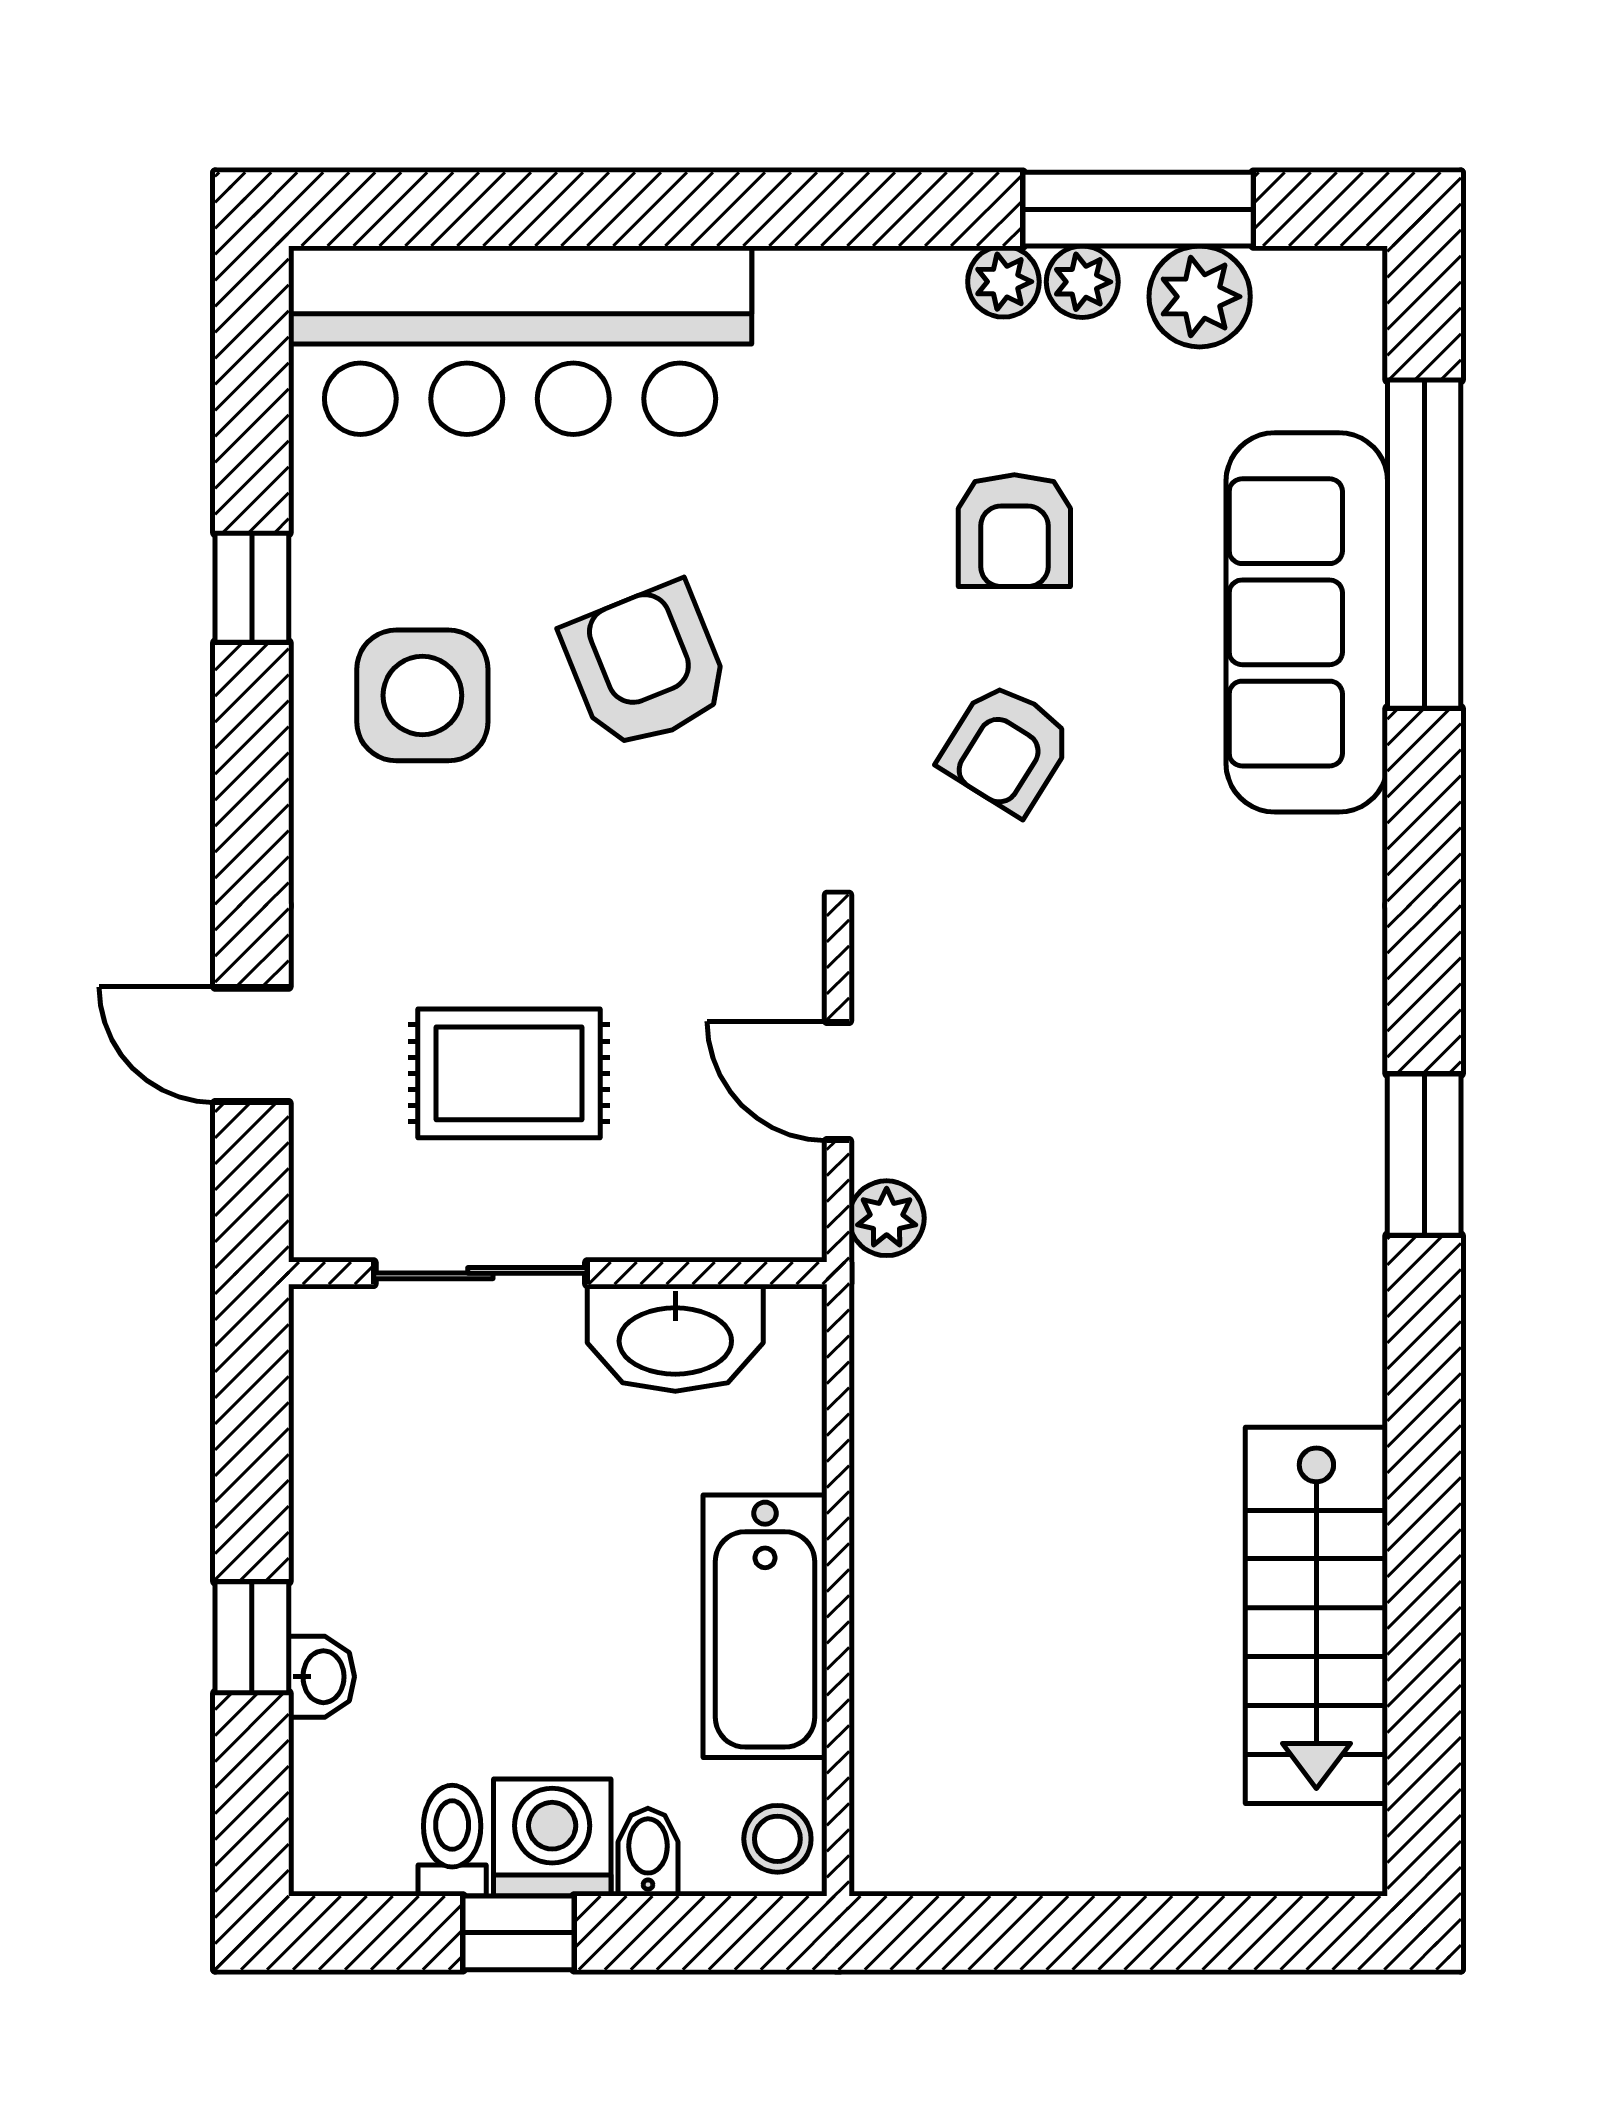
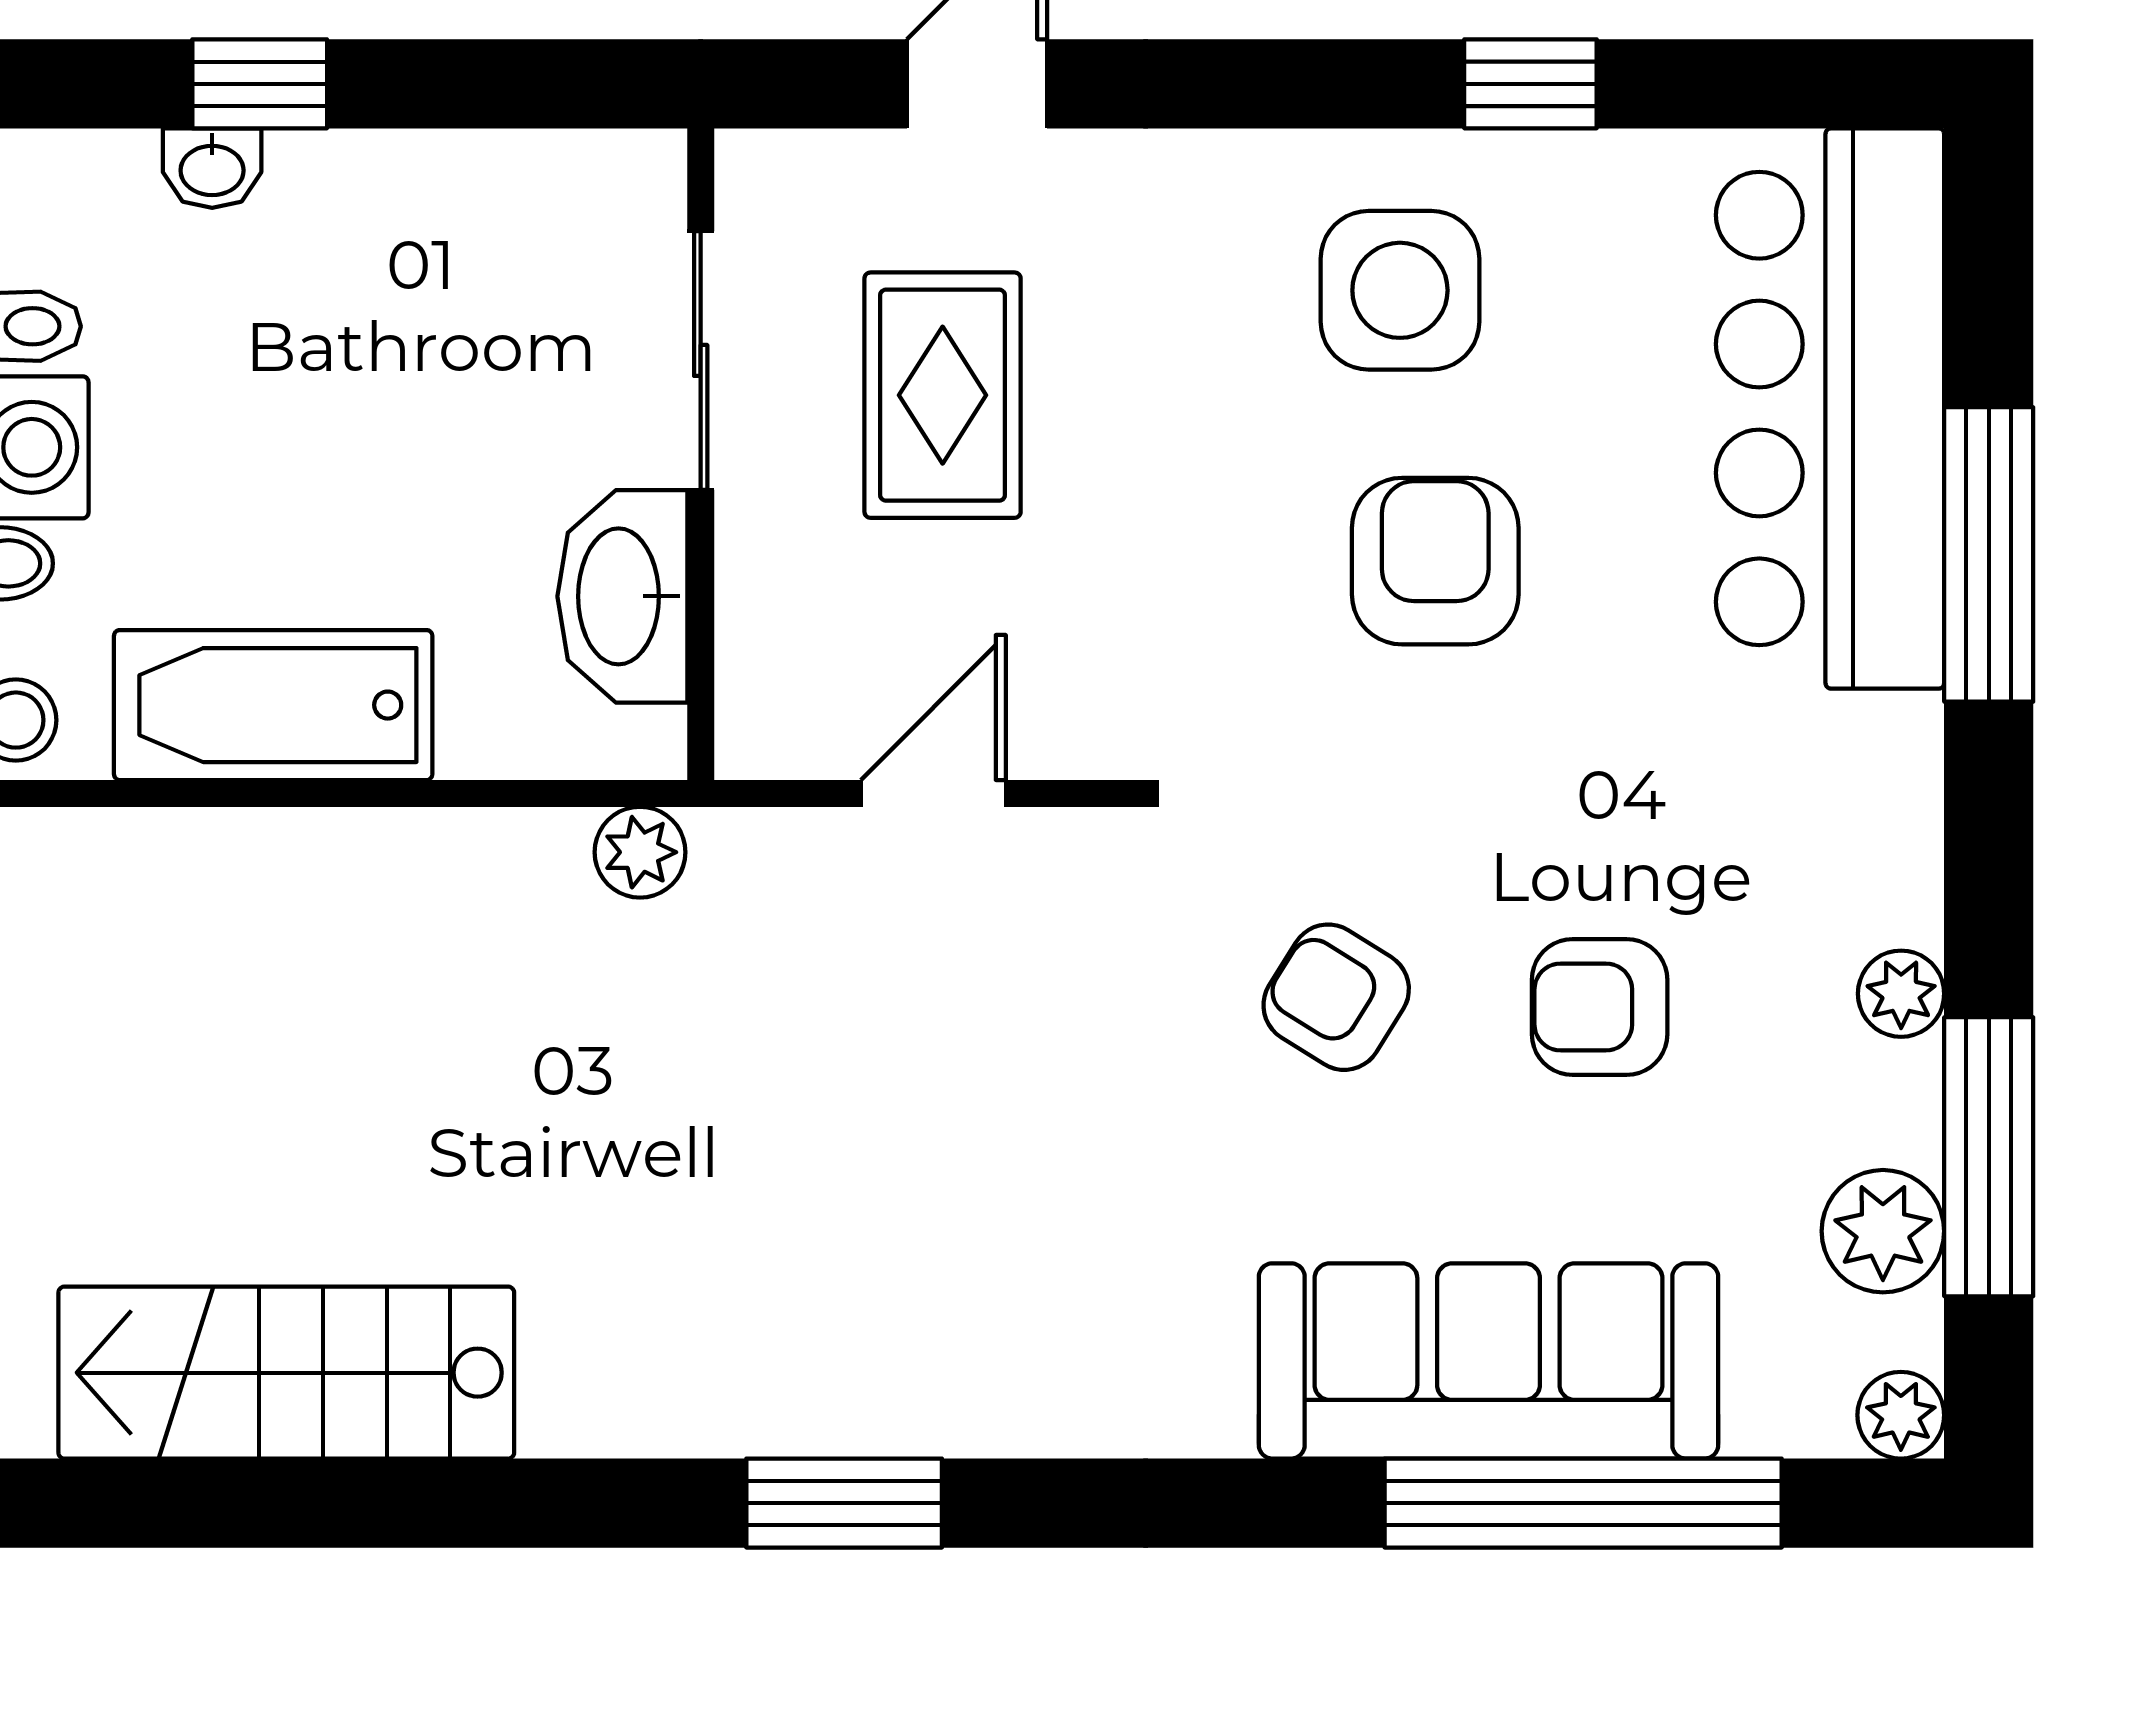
window: (641, 209) -> (1989, 554), added
plant: (1082, 282) -> (1901, 1415), moved
armchair: (646, 666) -> (1435, 561), turned -68
plant: (887, 1218) -> (640, 852), moved

